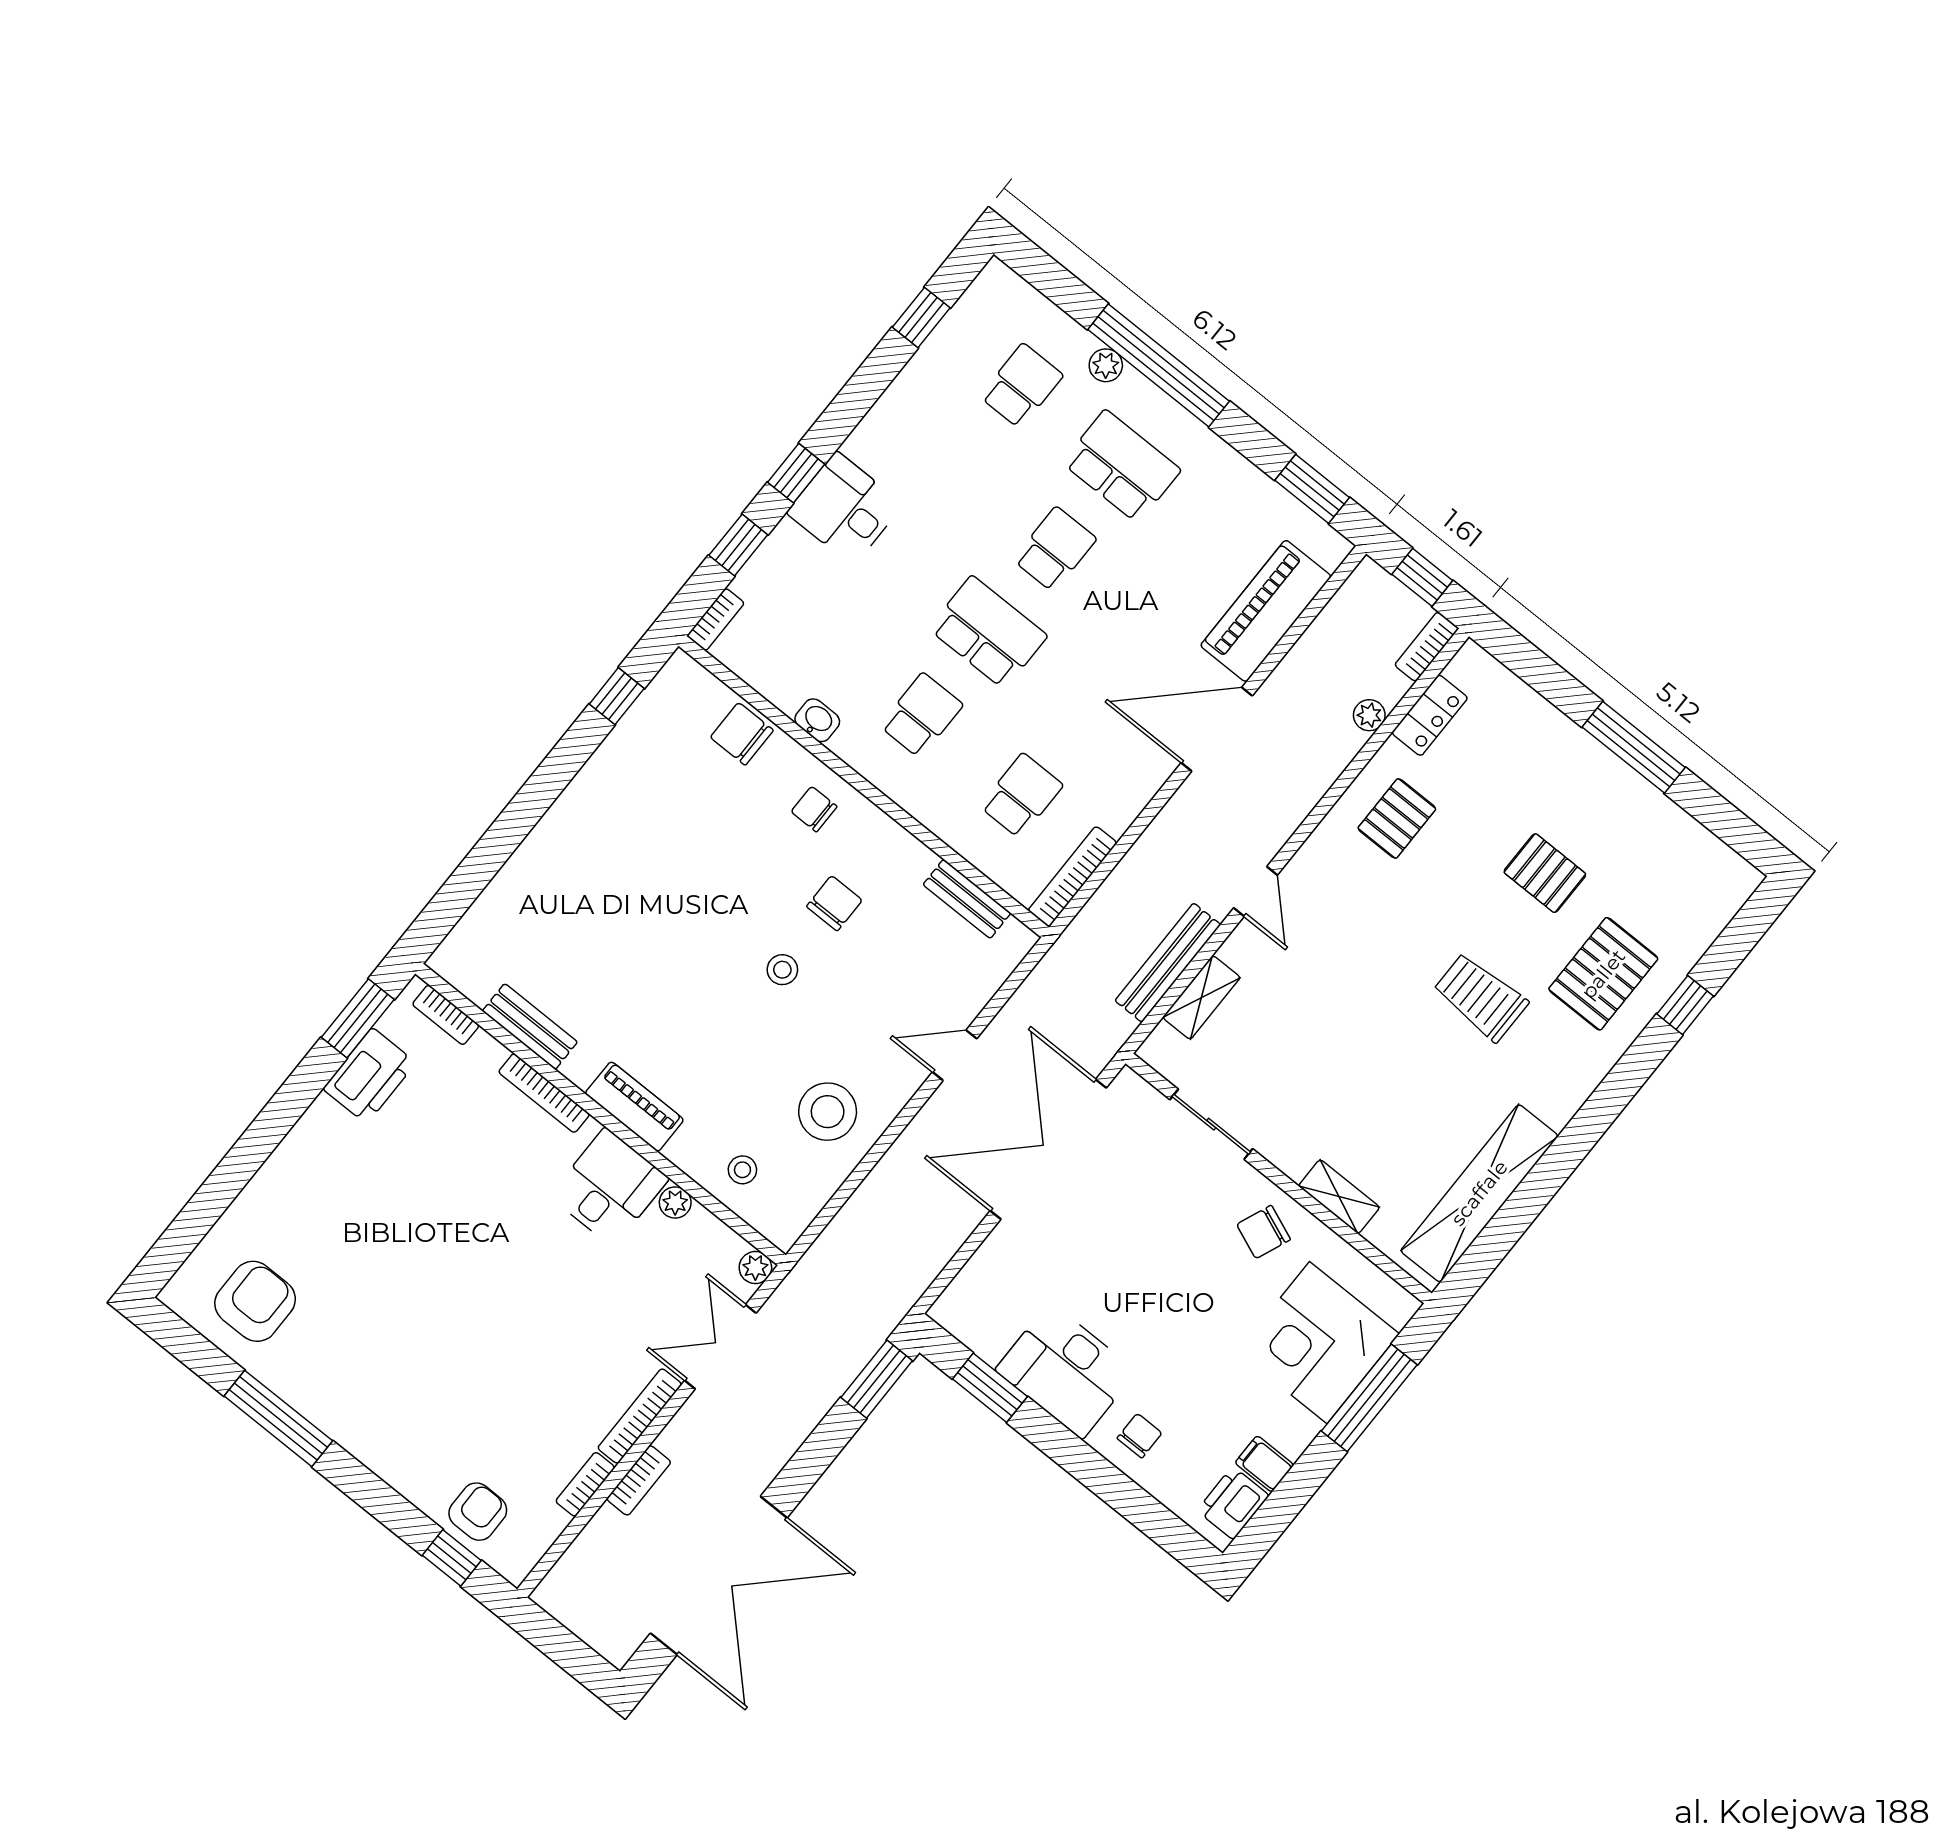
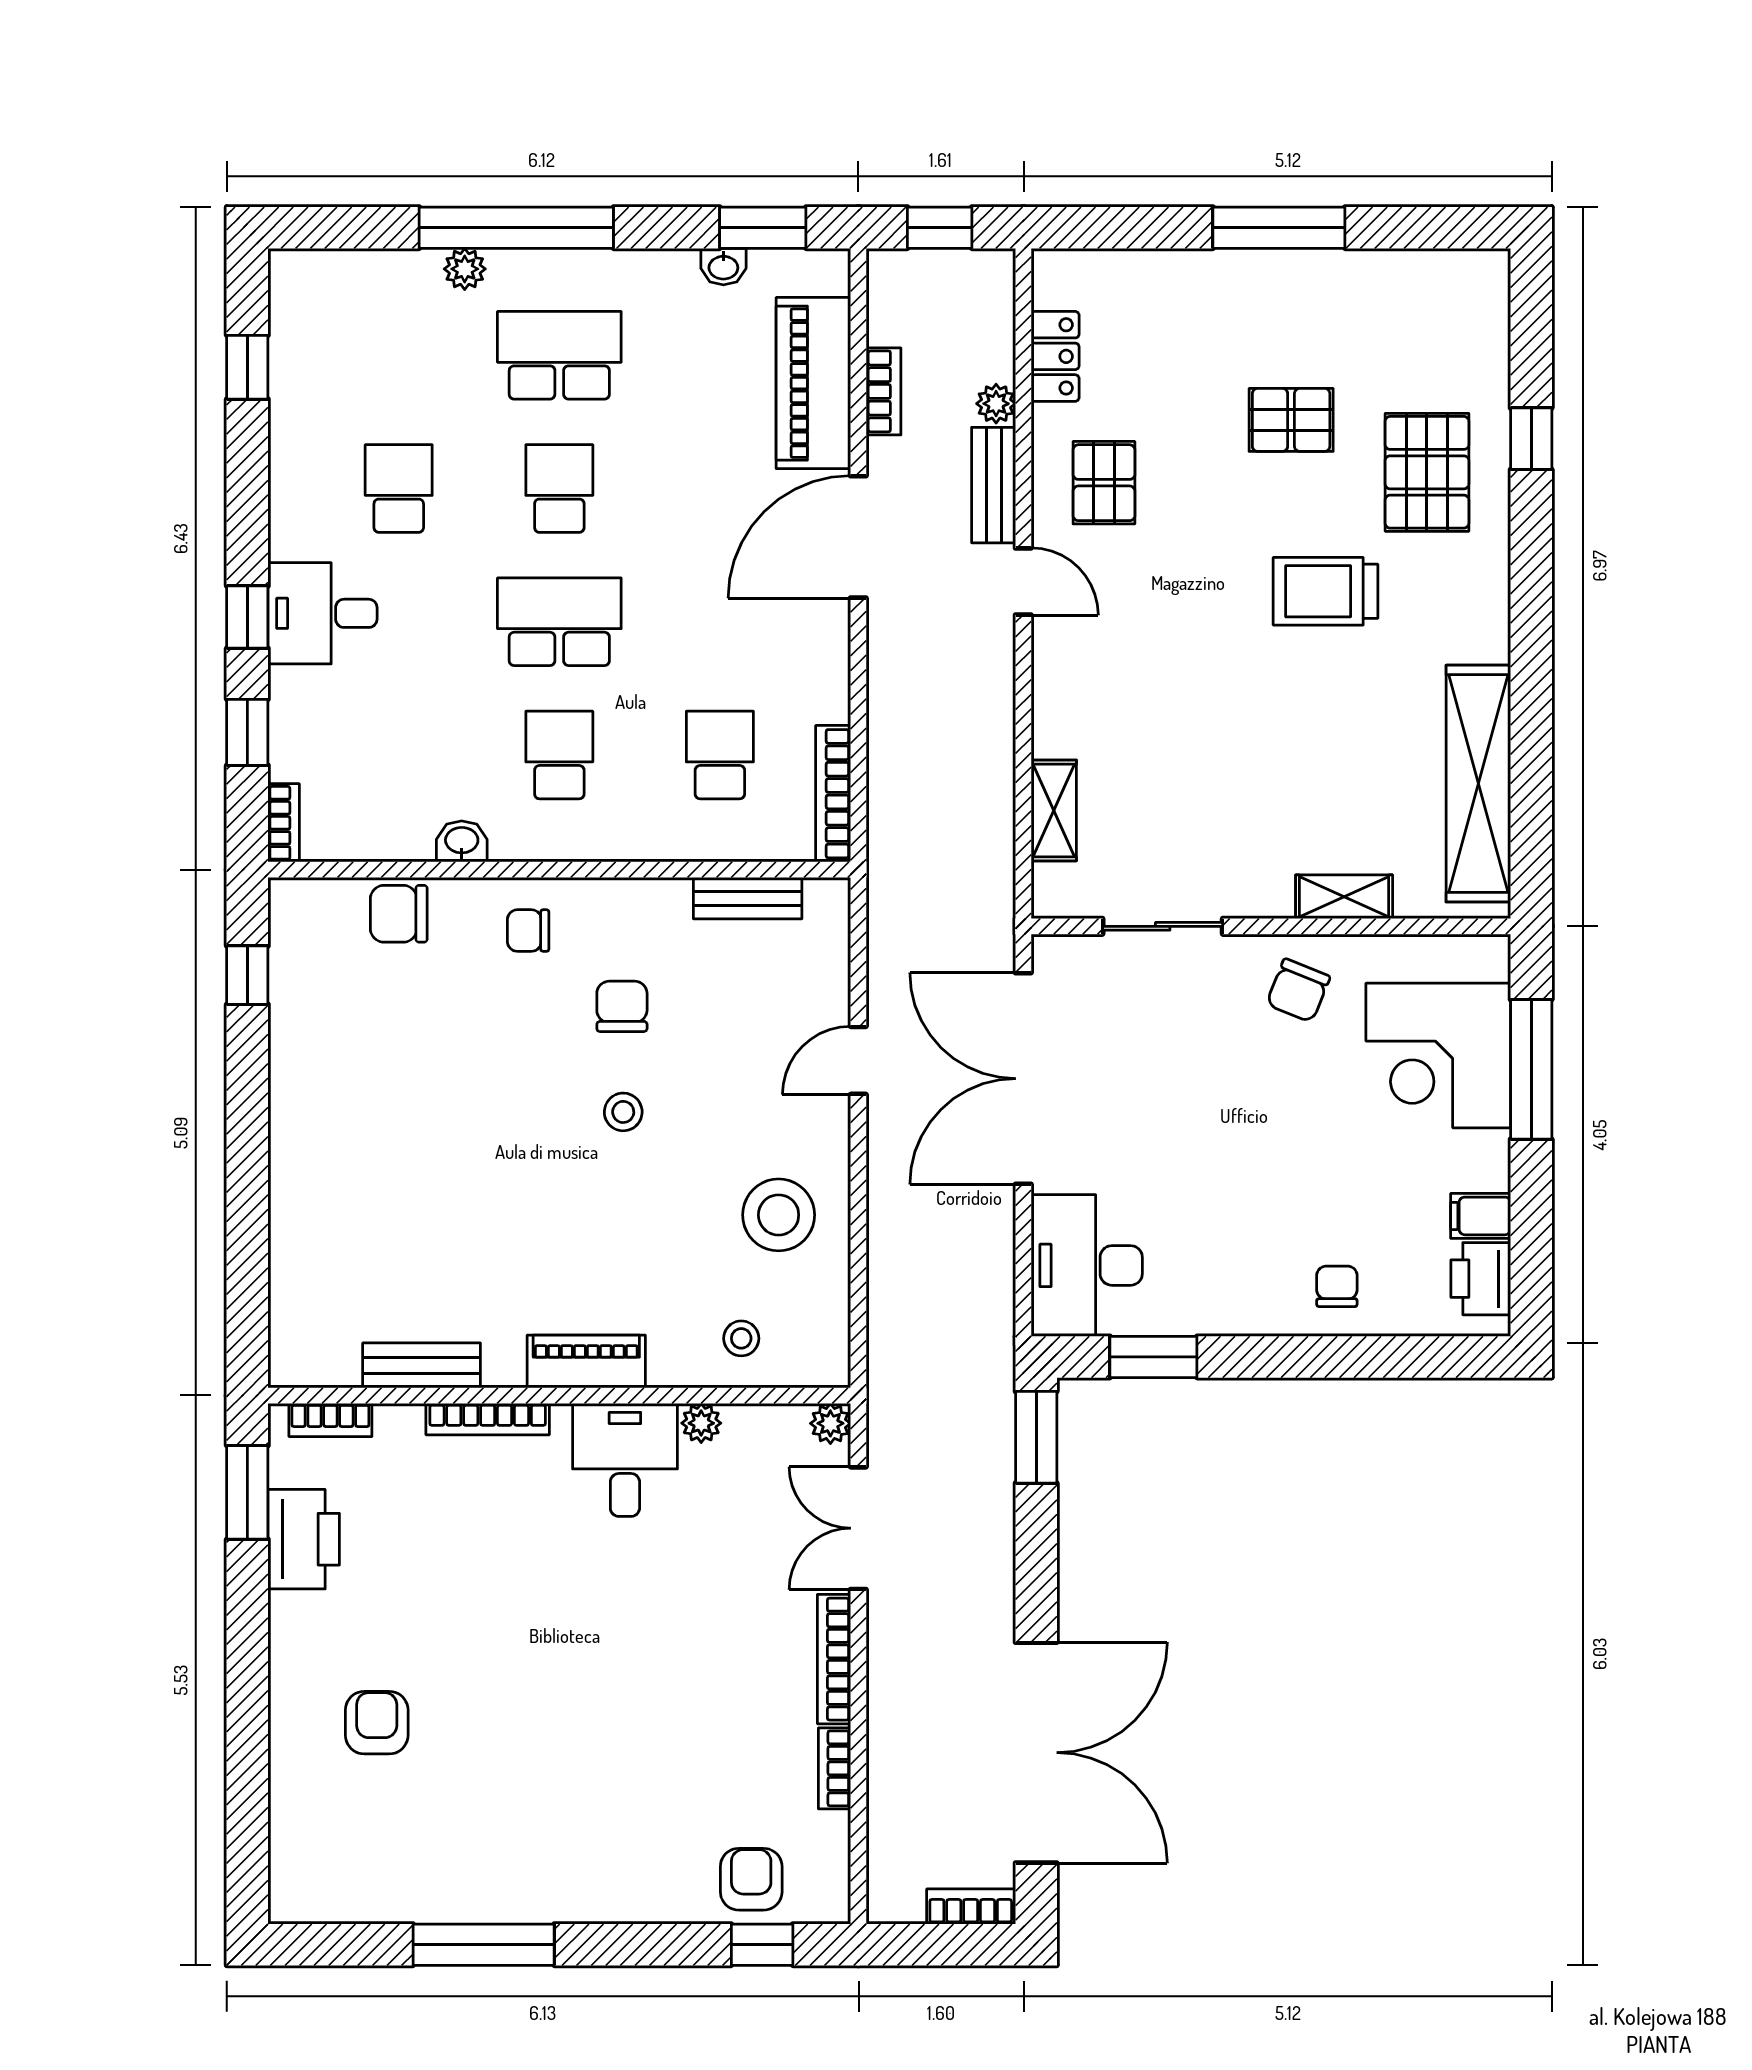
school desk: (1021, 386) -> (399, 488), moved
washbasin: (1268, 493) -> (723, 267), added
bookcase: (1427, 647) -> (883, 391), moved, turned 180
door: (1256, 892) -> (1023, 581), moved
bench: (1168, 963) -> (994, 485), moved, width x0.73
armchair: (255, 1301) -> (377, 1723), moved, width x0.72, depth x0.72
desk: (1066, 1371) -> (1087, 1265), moved, turned 90
bookcase: (639, 1480) -> (971, 1907), moved, turned -90

